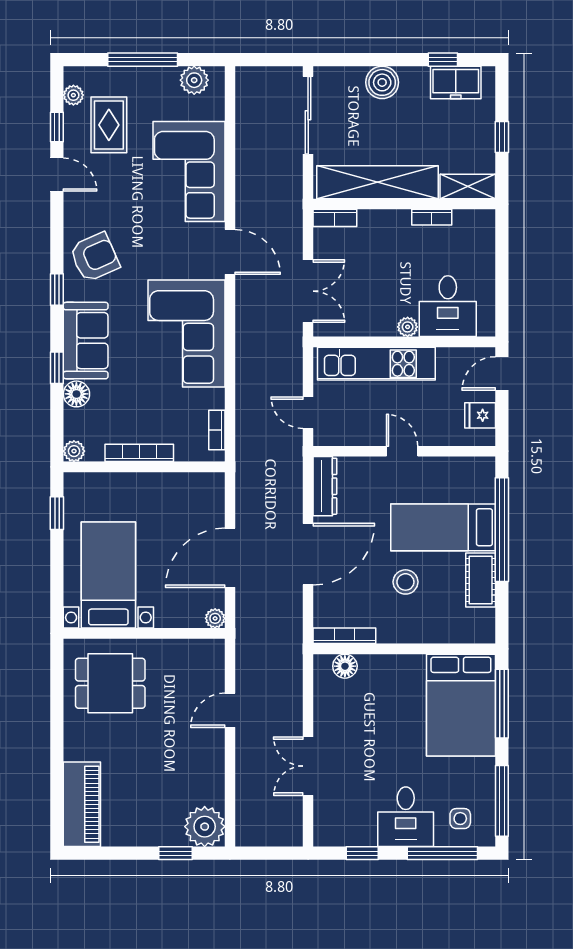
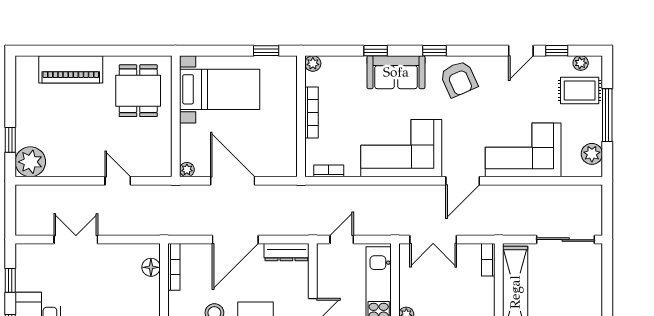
boiler: (382, 82) -> (590, 295), removed
rug: (109, 125) -> (580, 91), moved
floor lamp: (76, 394) -> (356, 65), removed
door: (308, 554) -> (235, 240), hinge flipped
piano: (82, 804) -> (71, 69), moved

